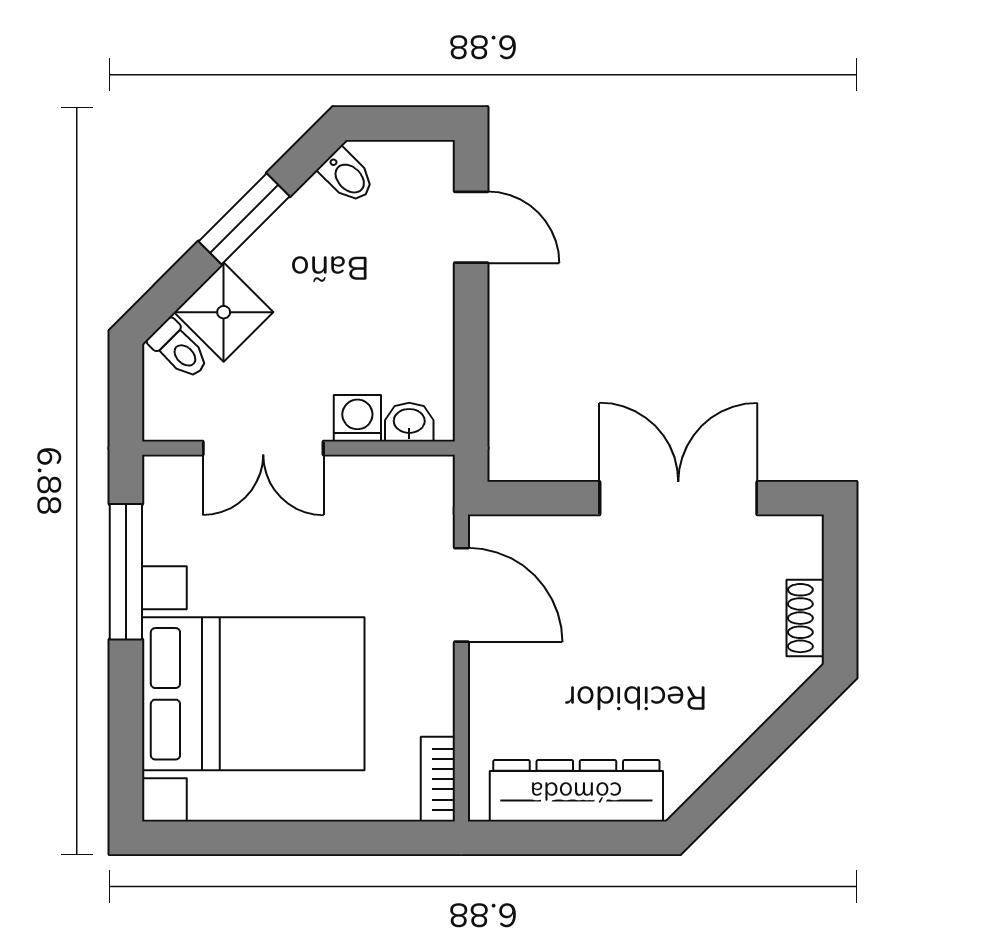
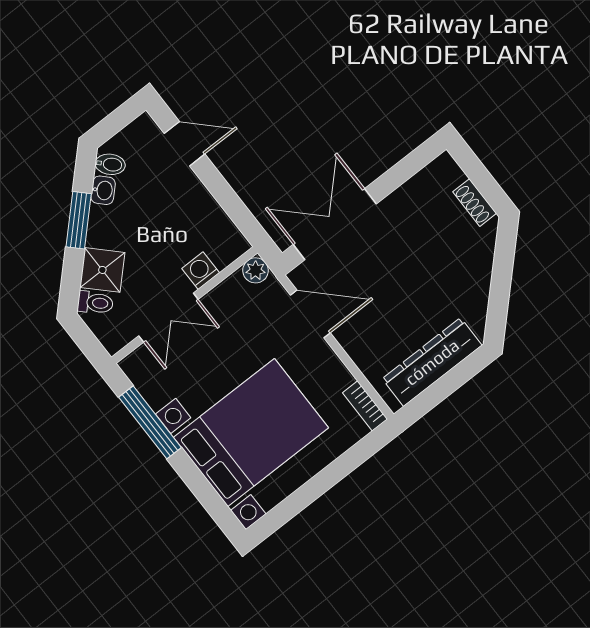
washbasin: (409, 422) -> (103, 190), moved, turned 135
plant: (433, 477) -> (256, 270), added
double door: (678, 498) -> (335, 224), moved

